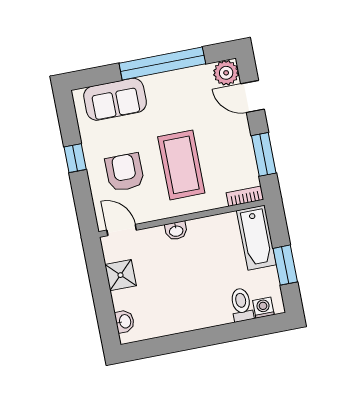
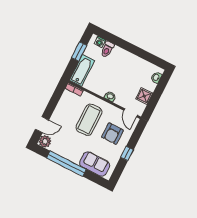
door: (252, 97) -> (42, 125), hinge flipped
window: (264, 154) -> (55, 100), removed

